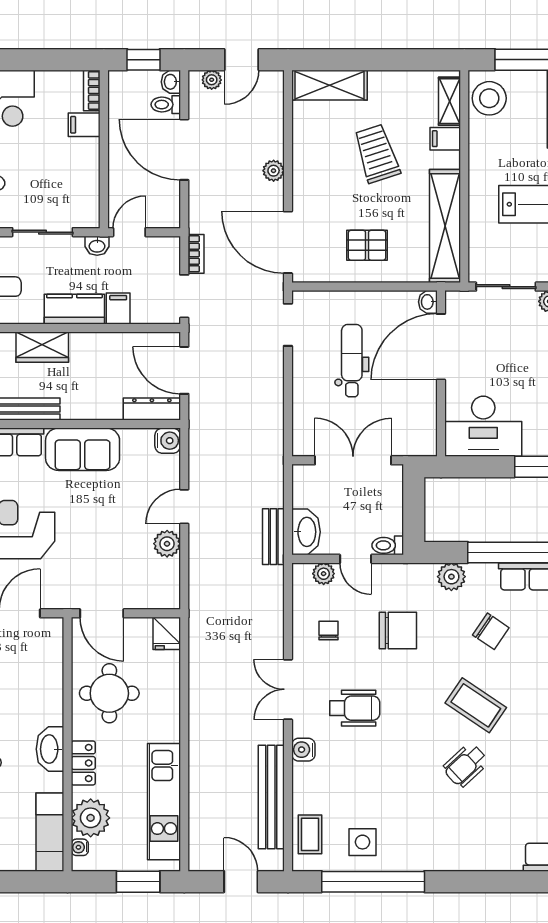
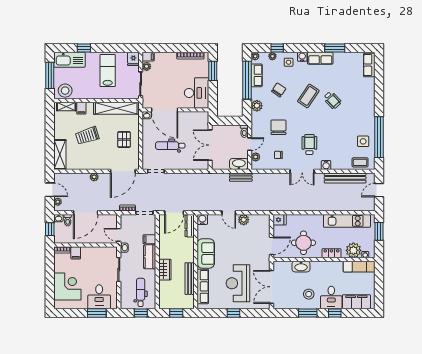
washbasin: (50, 749) -> (301, 267), moved

